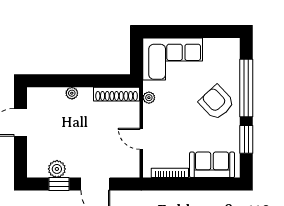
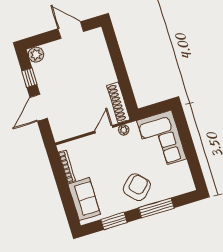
window: (246, 88) -> (156, 208), width x0.68
plant: (72, 93) -> (108, 65), removed
door: (141, 139) -> (104, 129), moved
plant: (57, 169) -> (36, 55), moved

